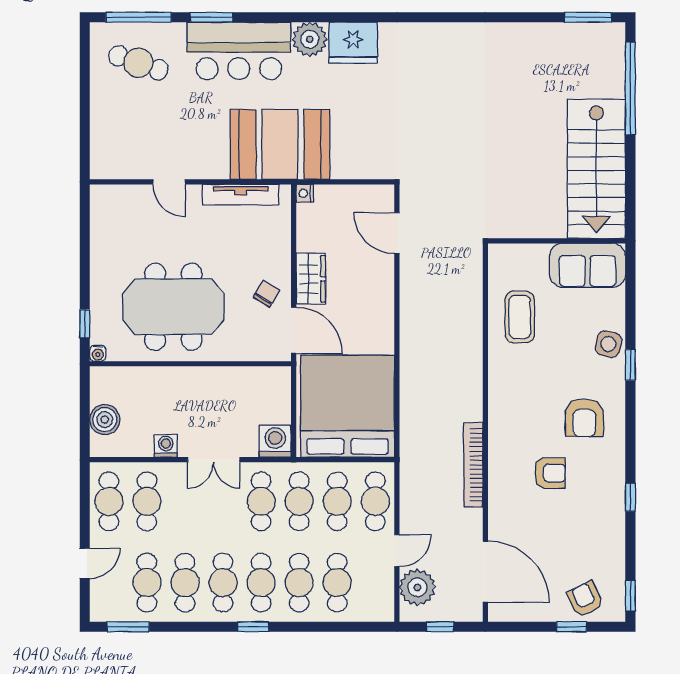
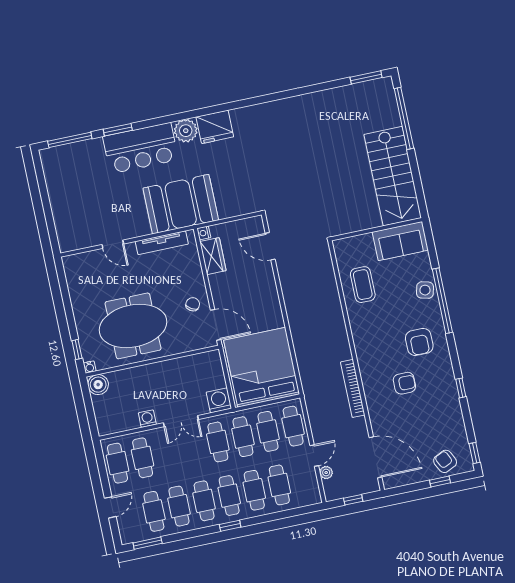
cafe table: (138, 63) -> (76, 170), removed
wardrobe: (311, 279) -> (213, 256), moved
window: (630, 365) -> (442, 301), width x3.17
boiler: (105, 420) -> (98, 385), moved
plant: (417, 587) -> (326, 473), width x0.53, depth x0.53

